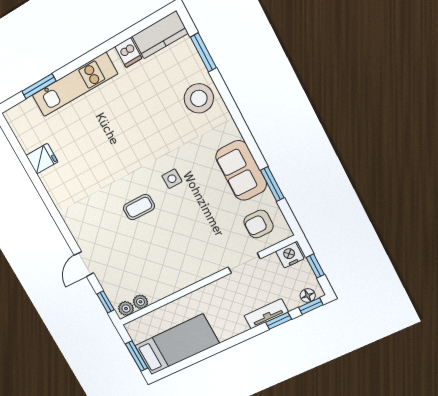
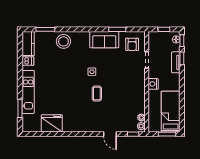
fridge: (42, 159) -> (52, 123), width x1.88, depth x1.34
nightstand: (290, 255) -> (153, 84), moved

